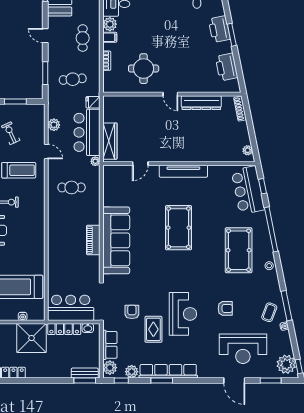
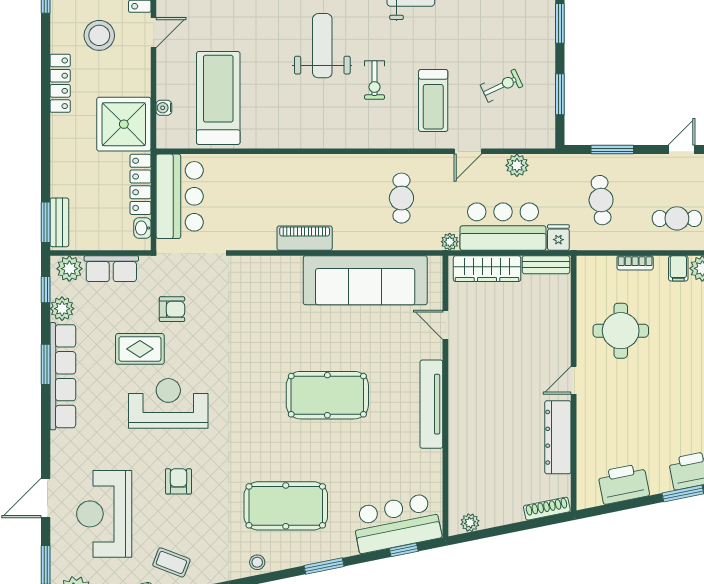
bench: (108, 109) -> (546, 265), added
window: (271, 229) -> (324, 566), width x0.47
sofa: (116, 240) -> (365, 280), moved
armchair: (225, 308) -> (178, 481), turned 180
reception desk: (183, 314) -> (168, 403), turned 180

